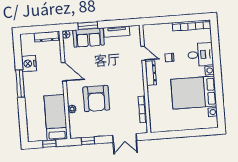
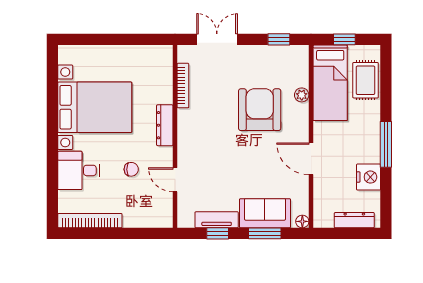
window: (116, 24) -> (218, 233), added
dresser: (46, 37) -> (354, 220), moved
dresser: (151, 73) -> (165, 125), moved
rug: (35, 121) -> (366, 80), added

